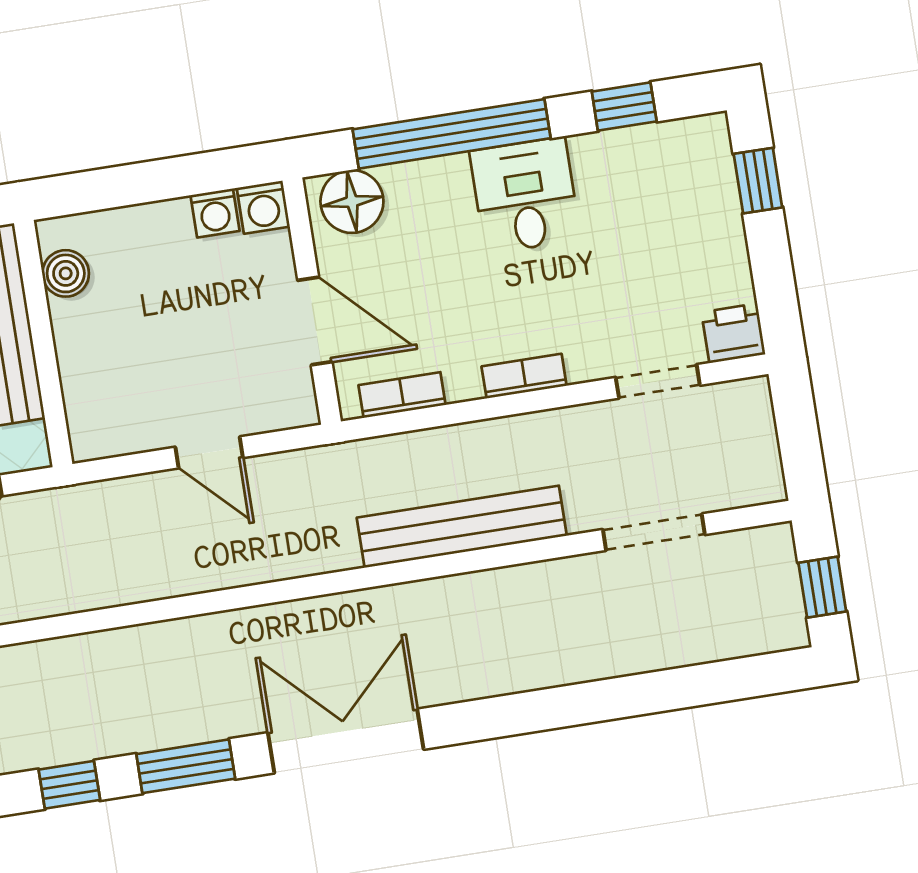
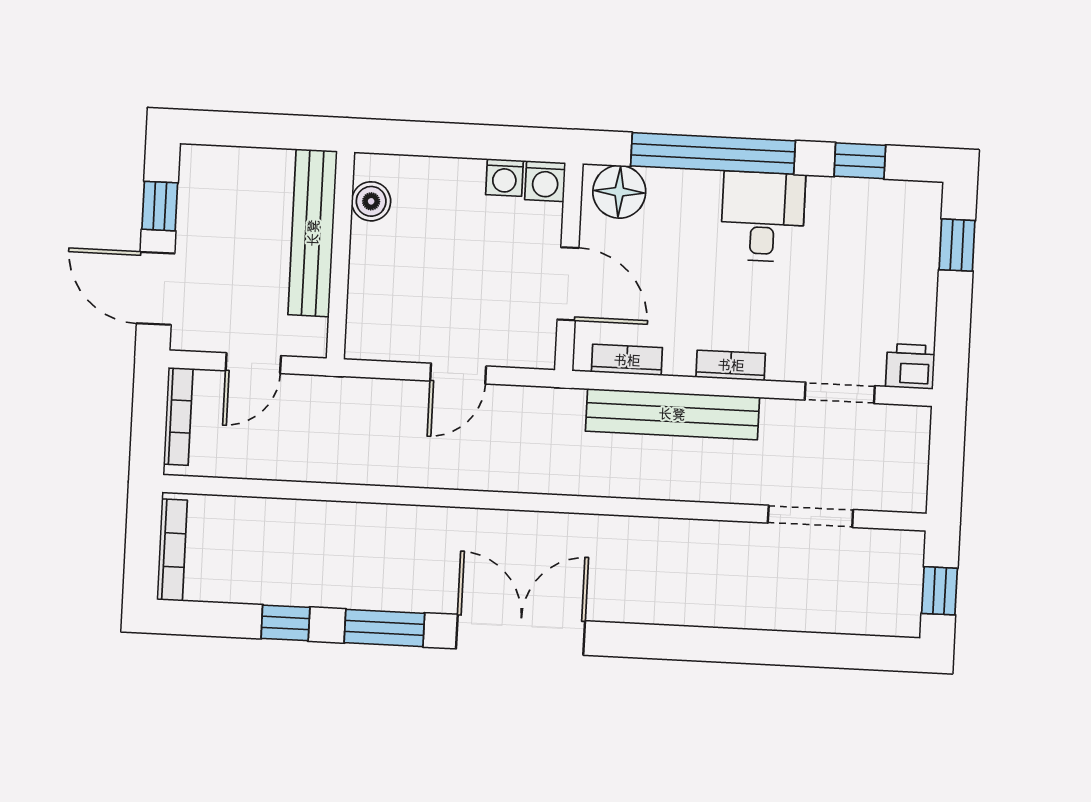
door: (209, 452) -> (458, 374), hinge flipped
bench: (462, 527) -> (672, 414), moved

